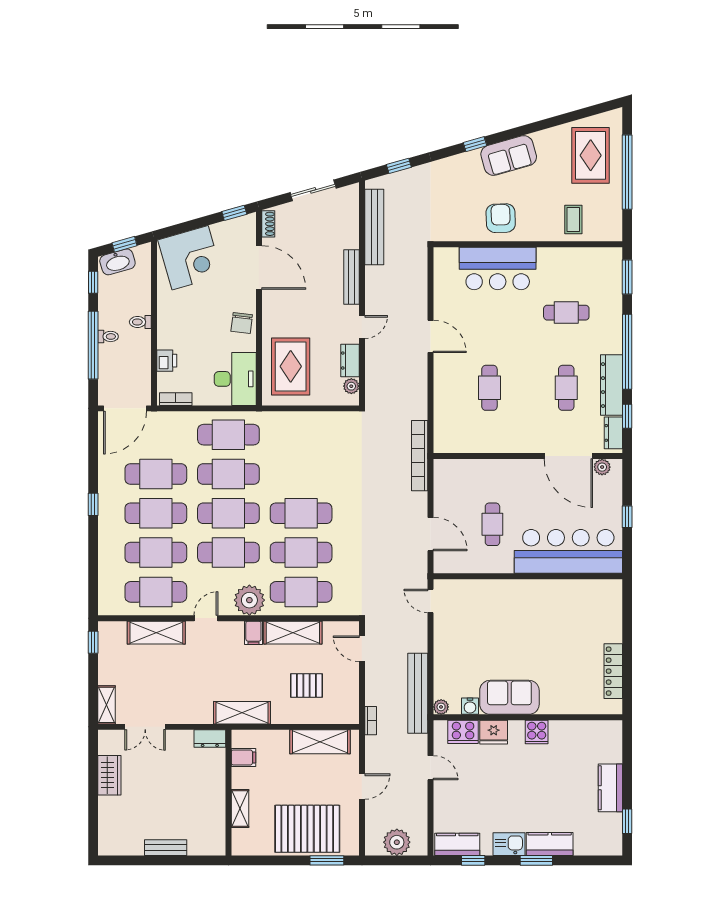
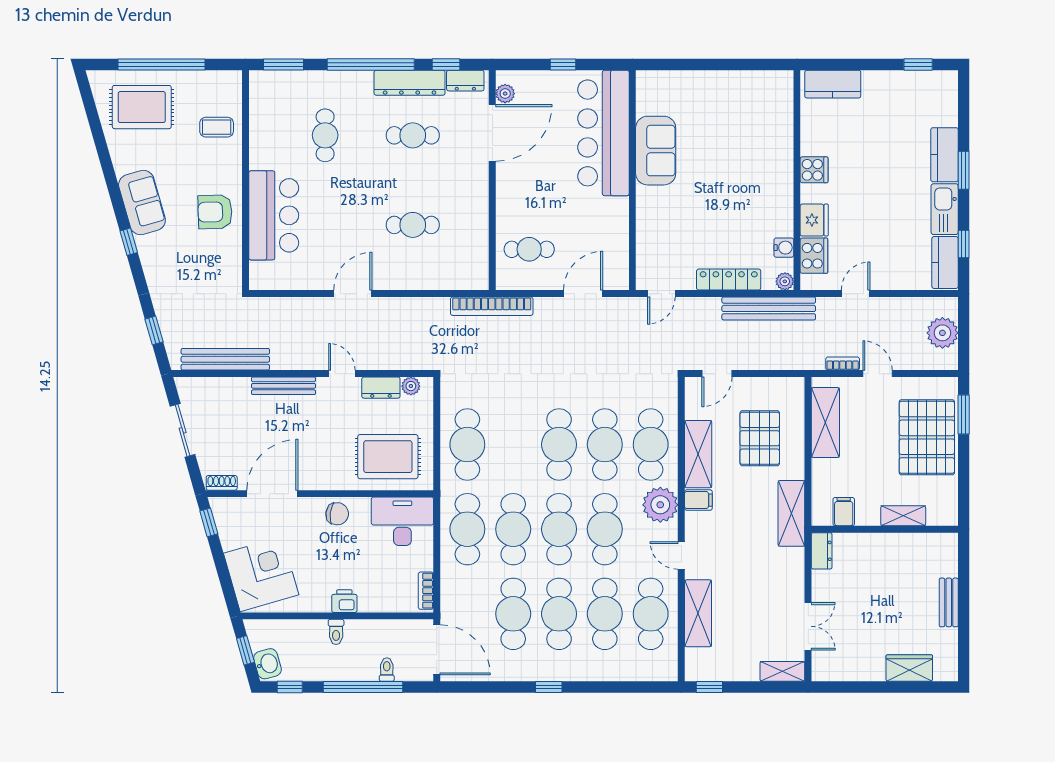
washbasin: (117, 262) -> (268, 664), width x0.72
toilet: (108, 336) -> (387, 670), moved
printer: (167, 361) -> (344, 601), moved
cafe table: (301, 435) -> (467, 445), added
cafe table: (492, 524) -> (529, 249), moved
locker: (613, 671) -> (729, 280), moved, turned 180
pallet: (306, 685) -> (760, 438), width x1.50, depth x1.42
sofa: (509, 697) -> (656, 151), moved, turned 180
bookcase: (371, 721) -> (843, 364), moved
wardrobe: (109, 775) -> (909, 668), moved
kitchen counter: (610, 788) -> (833, 84), moved
kitchen sink: (509, 844) -> (945, 209), width x1.38

